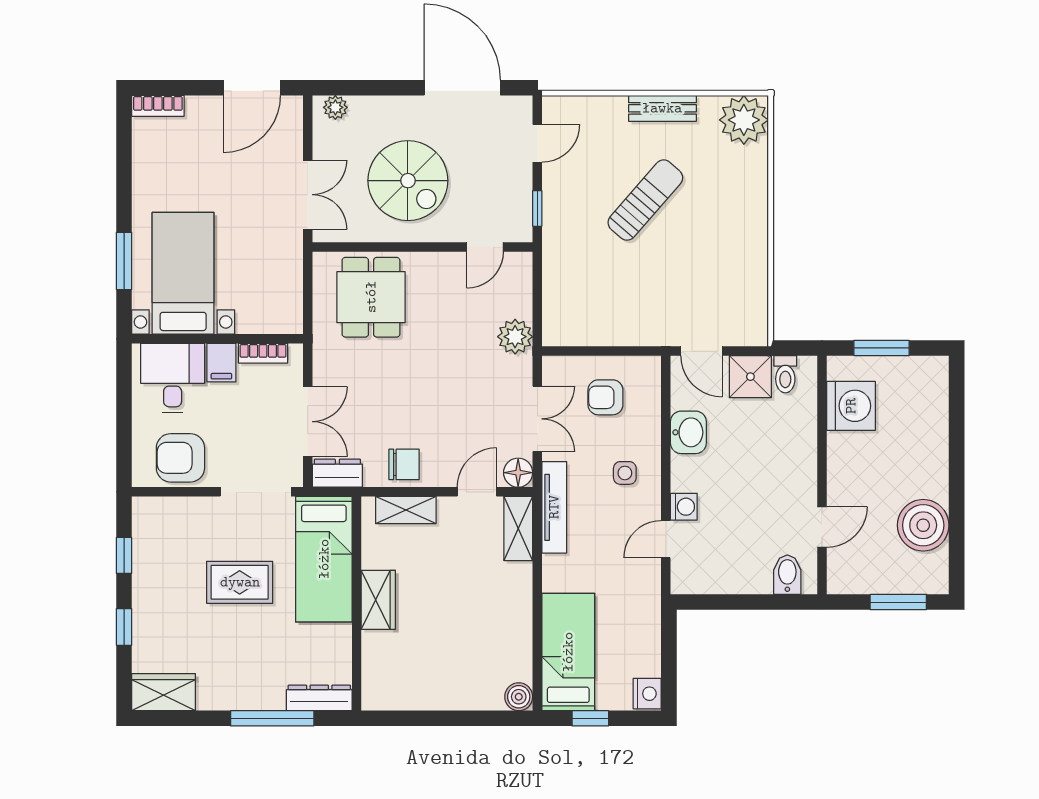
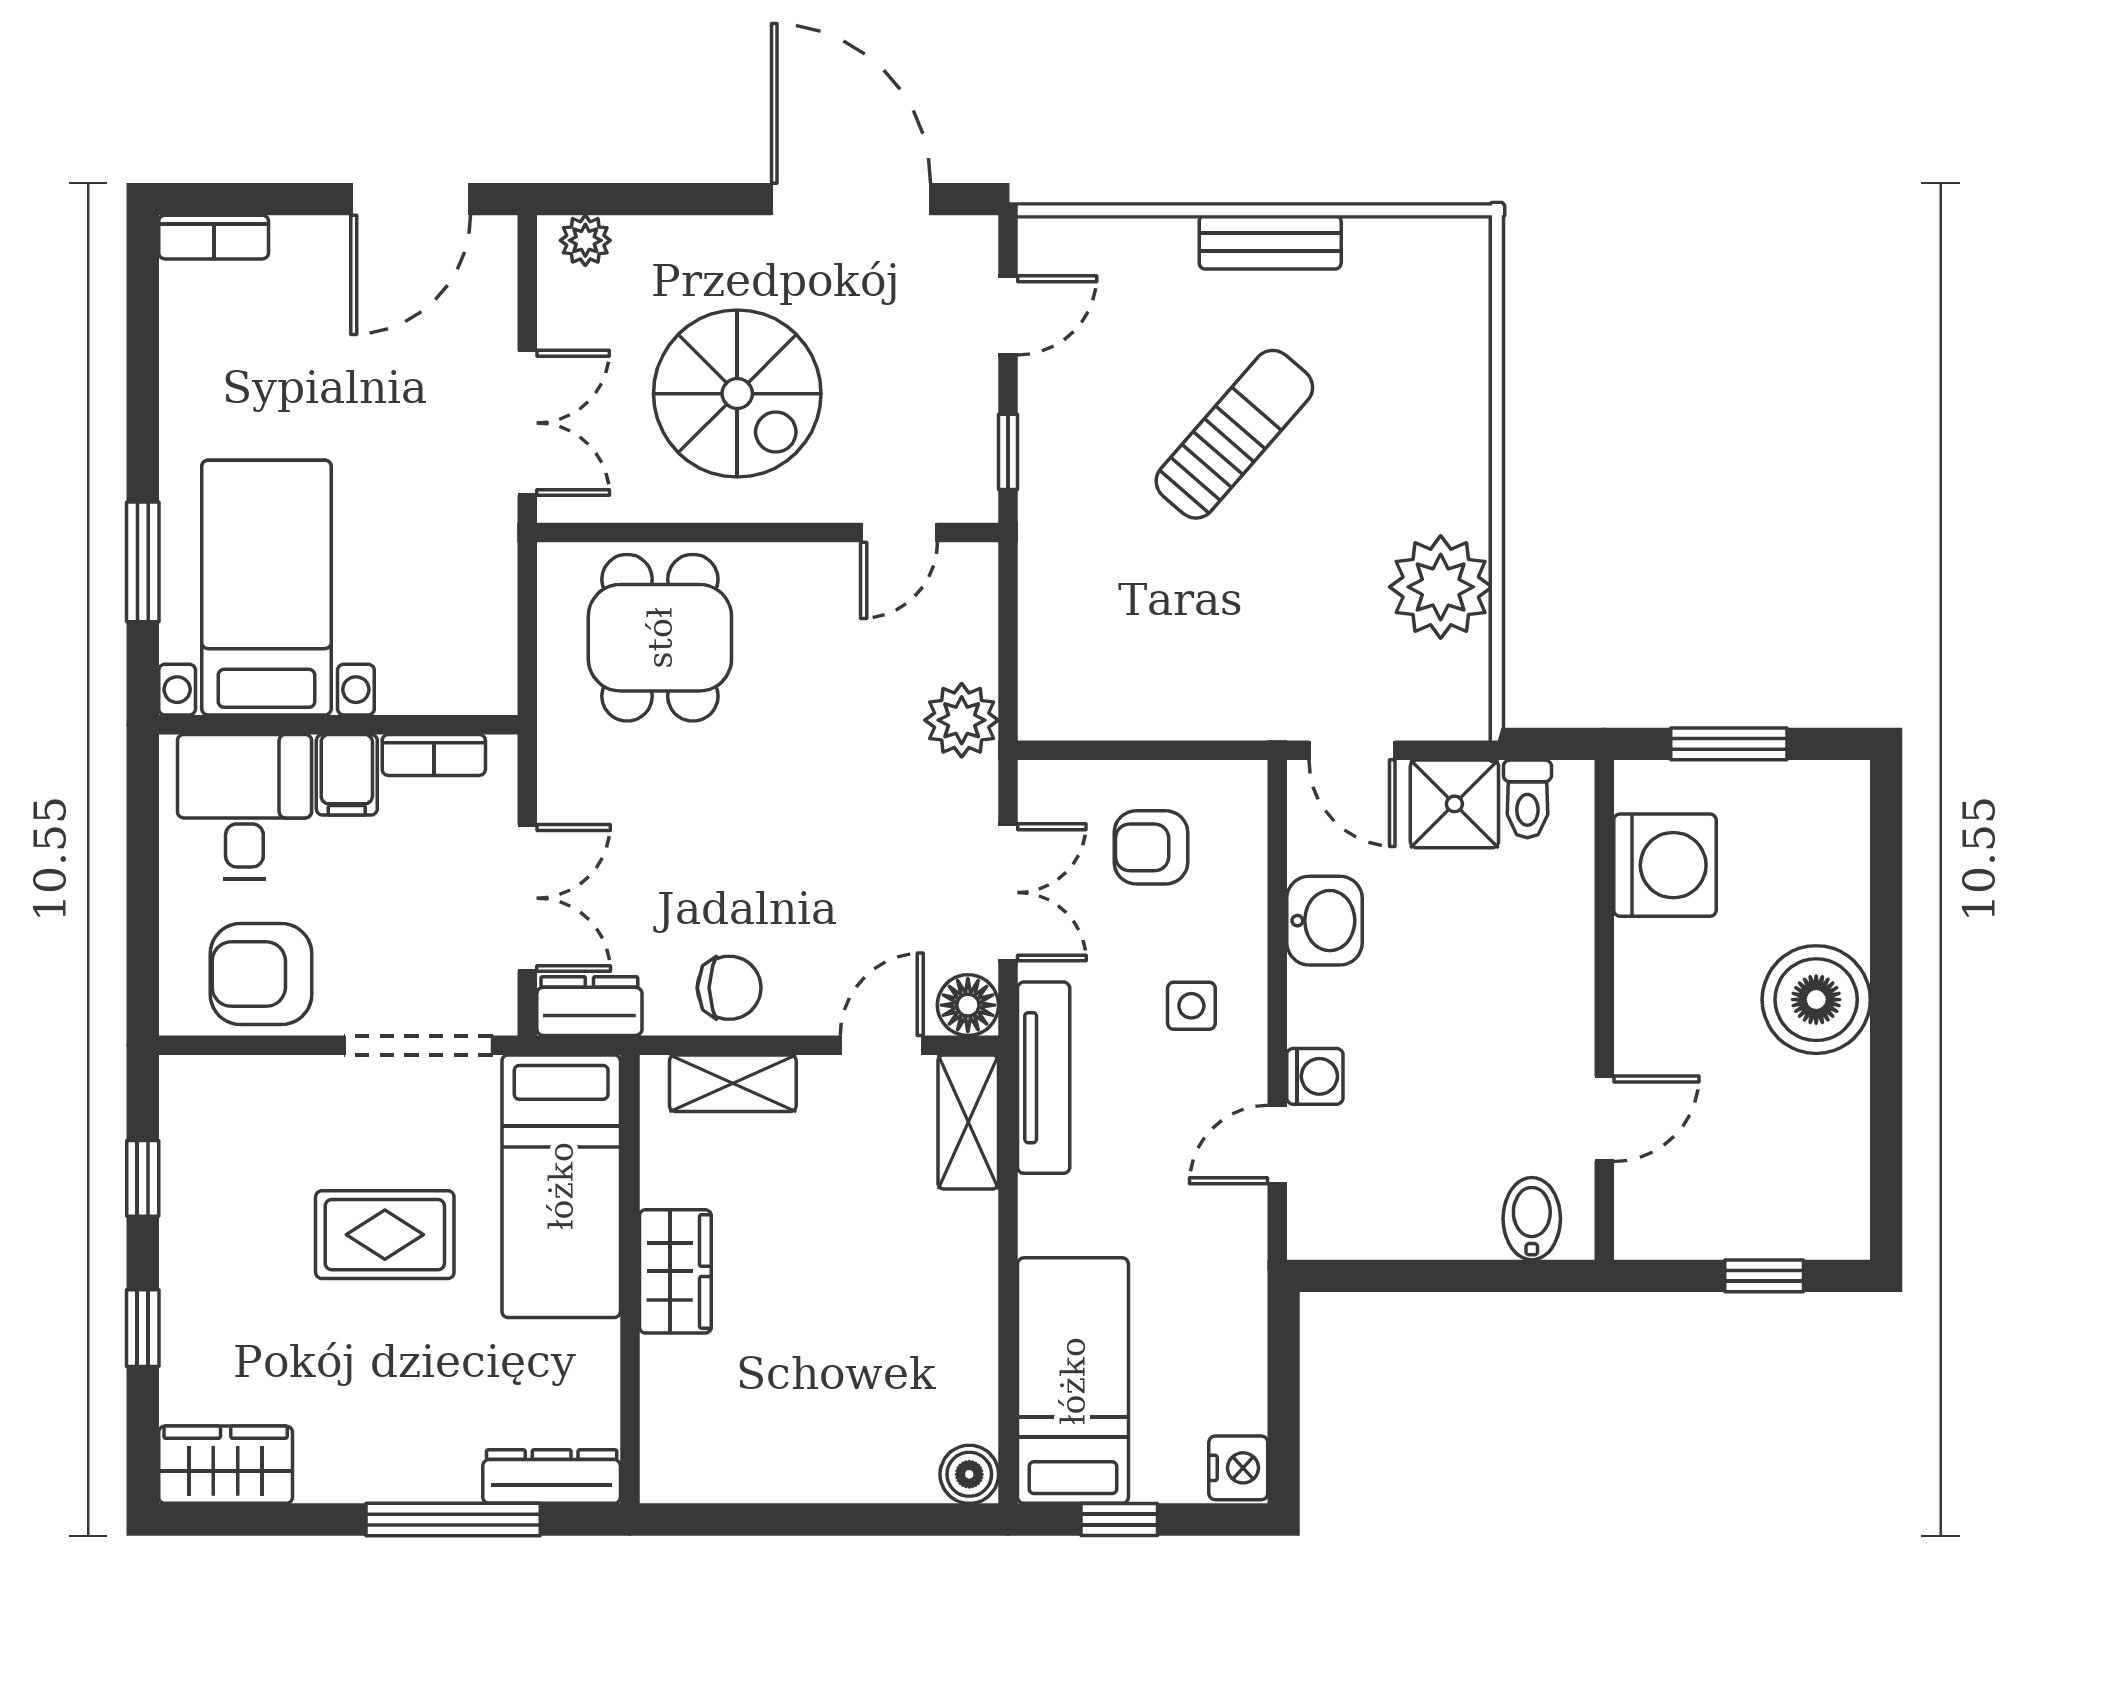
plant: (744, 120) -> (1441, 587), moved
boiler: (923, 525) -> (1816, 1000), moved
window: (898, 602) -> (1764, 1276), width x0.67

